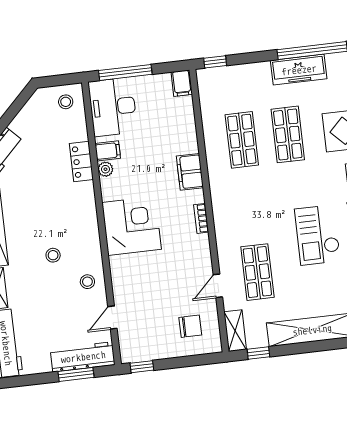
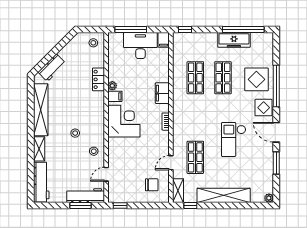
desk: (113, 107) -> (140, 46), moved, turned 90
filing cabinet: (108, 151) -> (115, 96), moved

